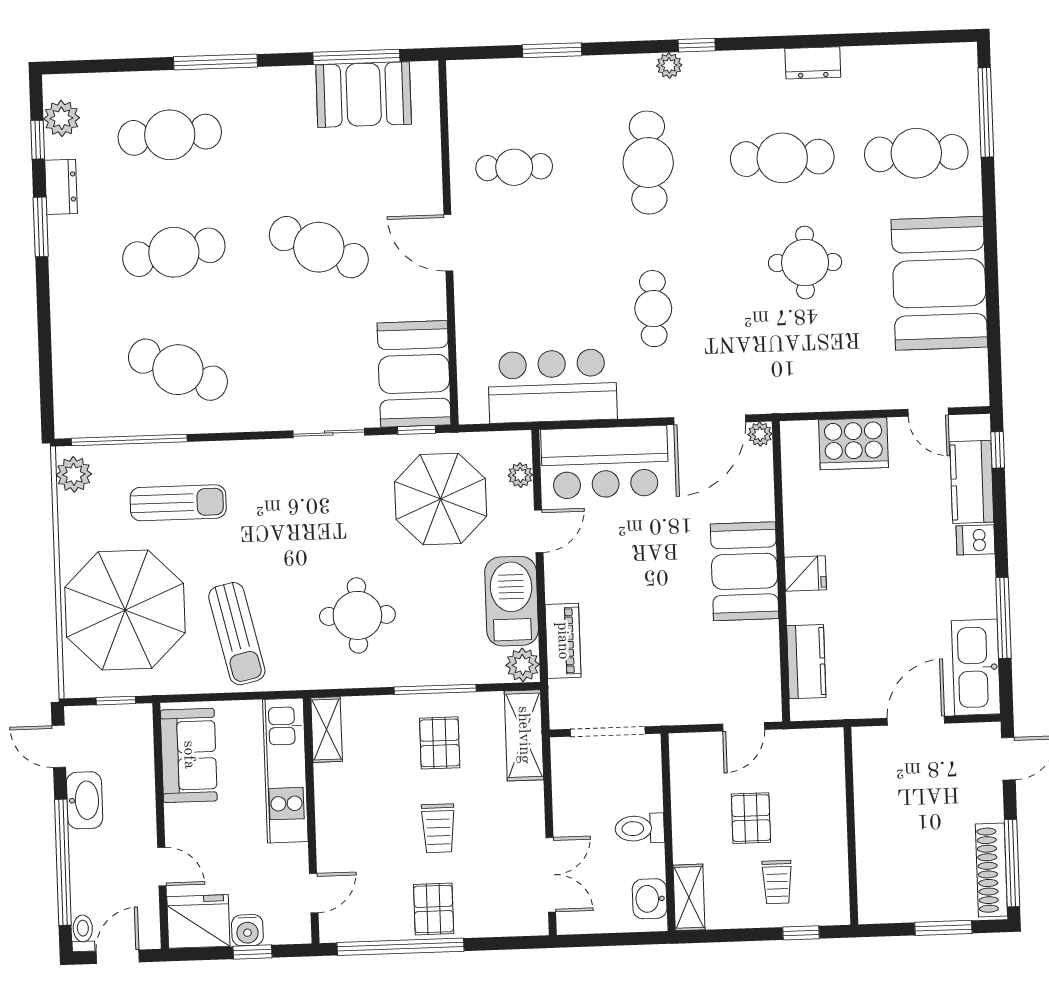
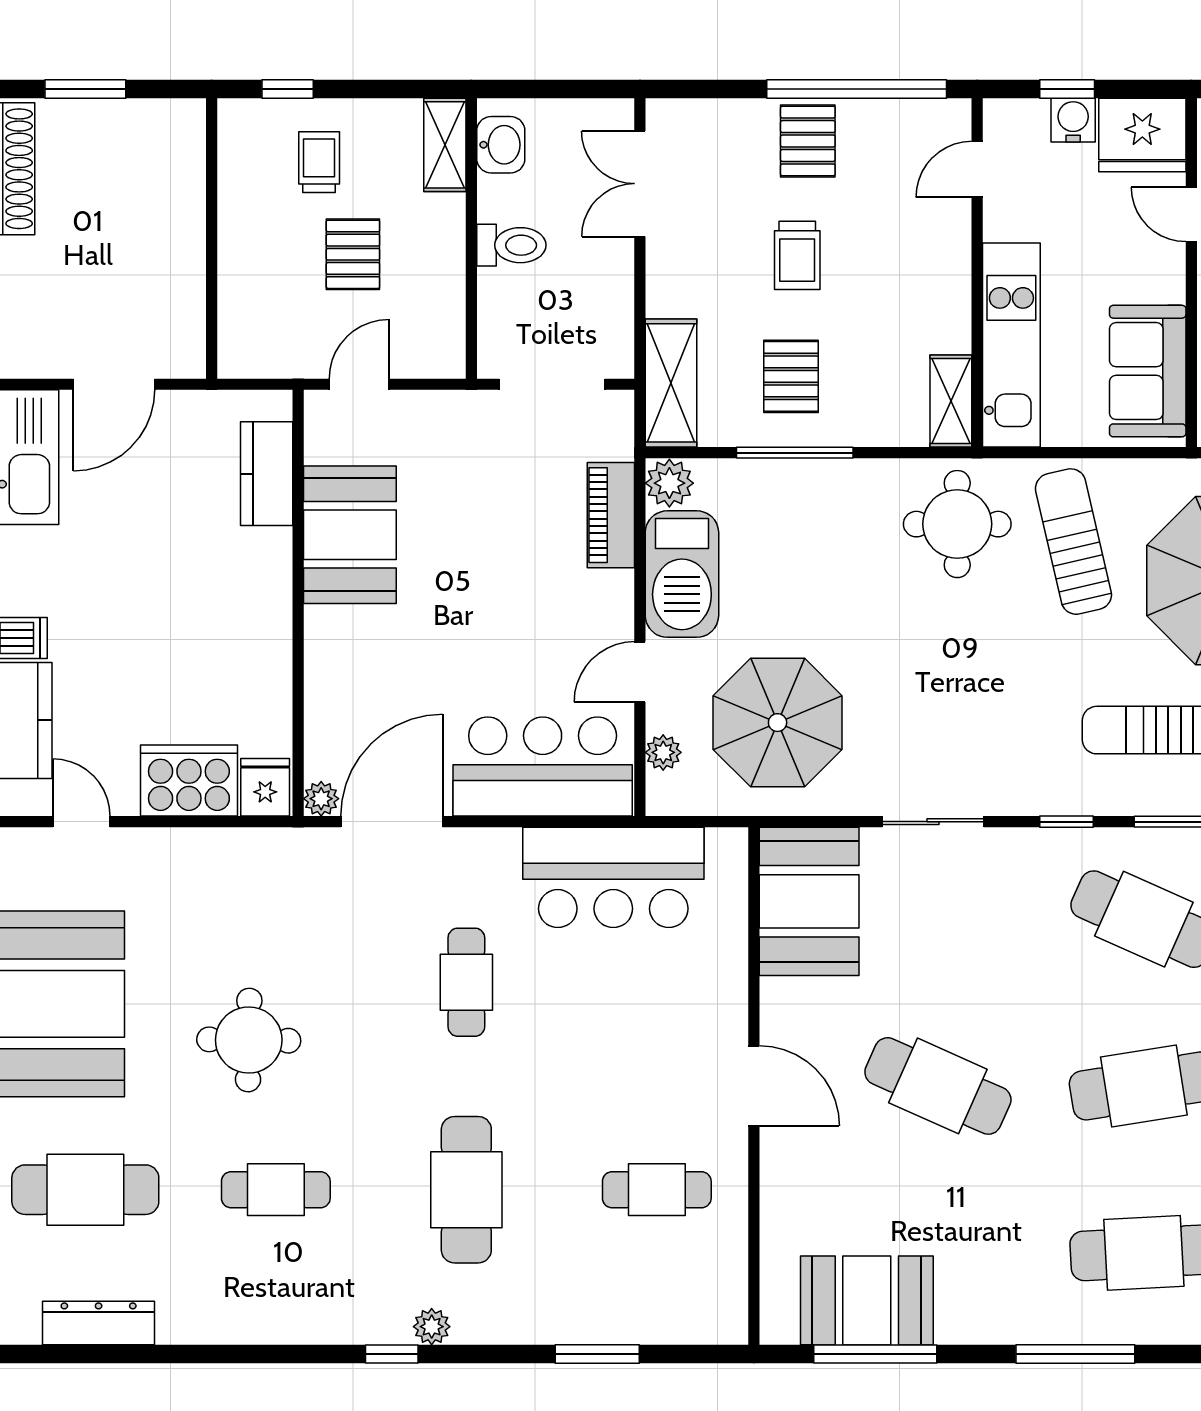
dresser: (813, 63) -> (99, 1323), moved, width x1.44
cafe table: (782, 158) -> (276, 1190), width x0.73, depth x0.74
window: (417, 430) -> (1066, 822), moved
booth: (744, 571) -> (350, 535), moved
fridge: (805, 574) -> (265, 787), moved, turned 90
round table: (357, 615) -> (957, 524), moved
trolley: (438, 828) -> (797, 255), turned 180

